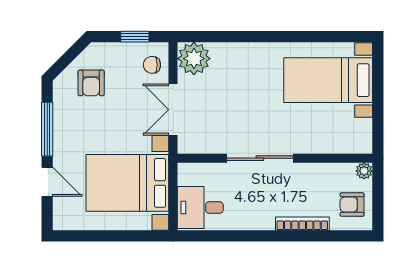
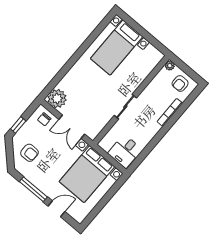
window: (135, 37) -> (18, 125), moved
sliding door: (260, 158) -> (125, 107), width x0.73

